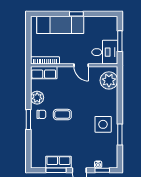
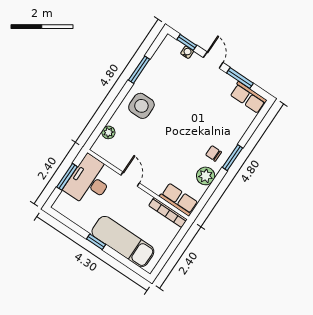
desk: (105, 52) -> (89, 181), width x1.37
plant: (109, 80) -> (108, 132), width x0.53, depth x0.53
coffee table: (62, 115) -> (190, 137), removed
side table: (103, 124) -> (141, 106), moved
row of seats: (58, 162) -> (248, 97), moved

